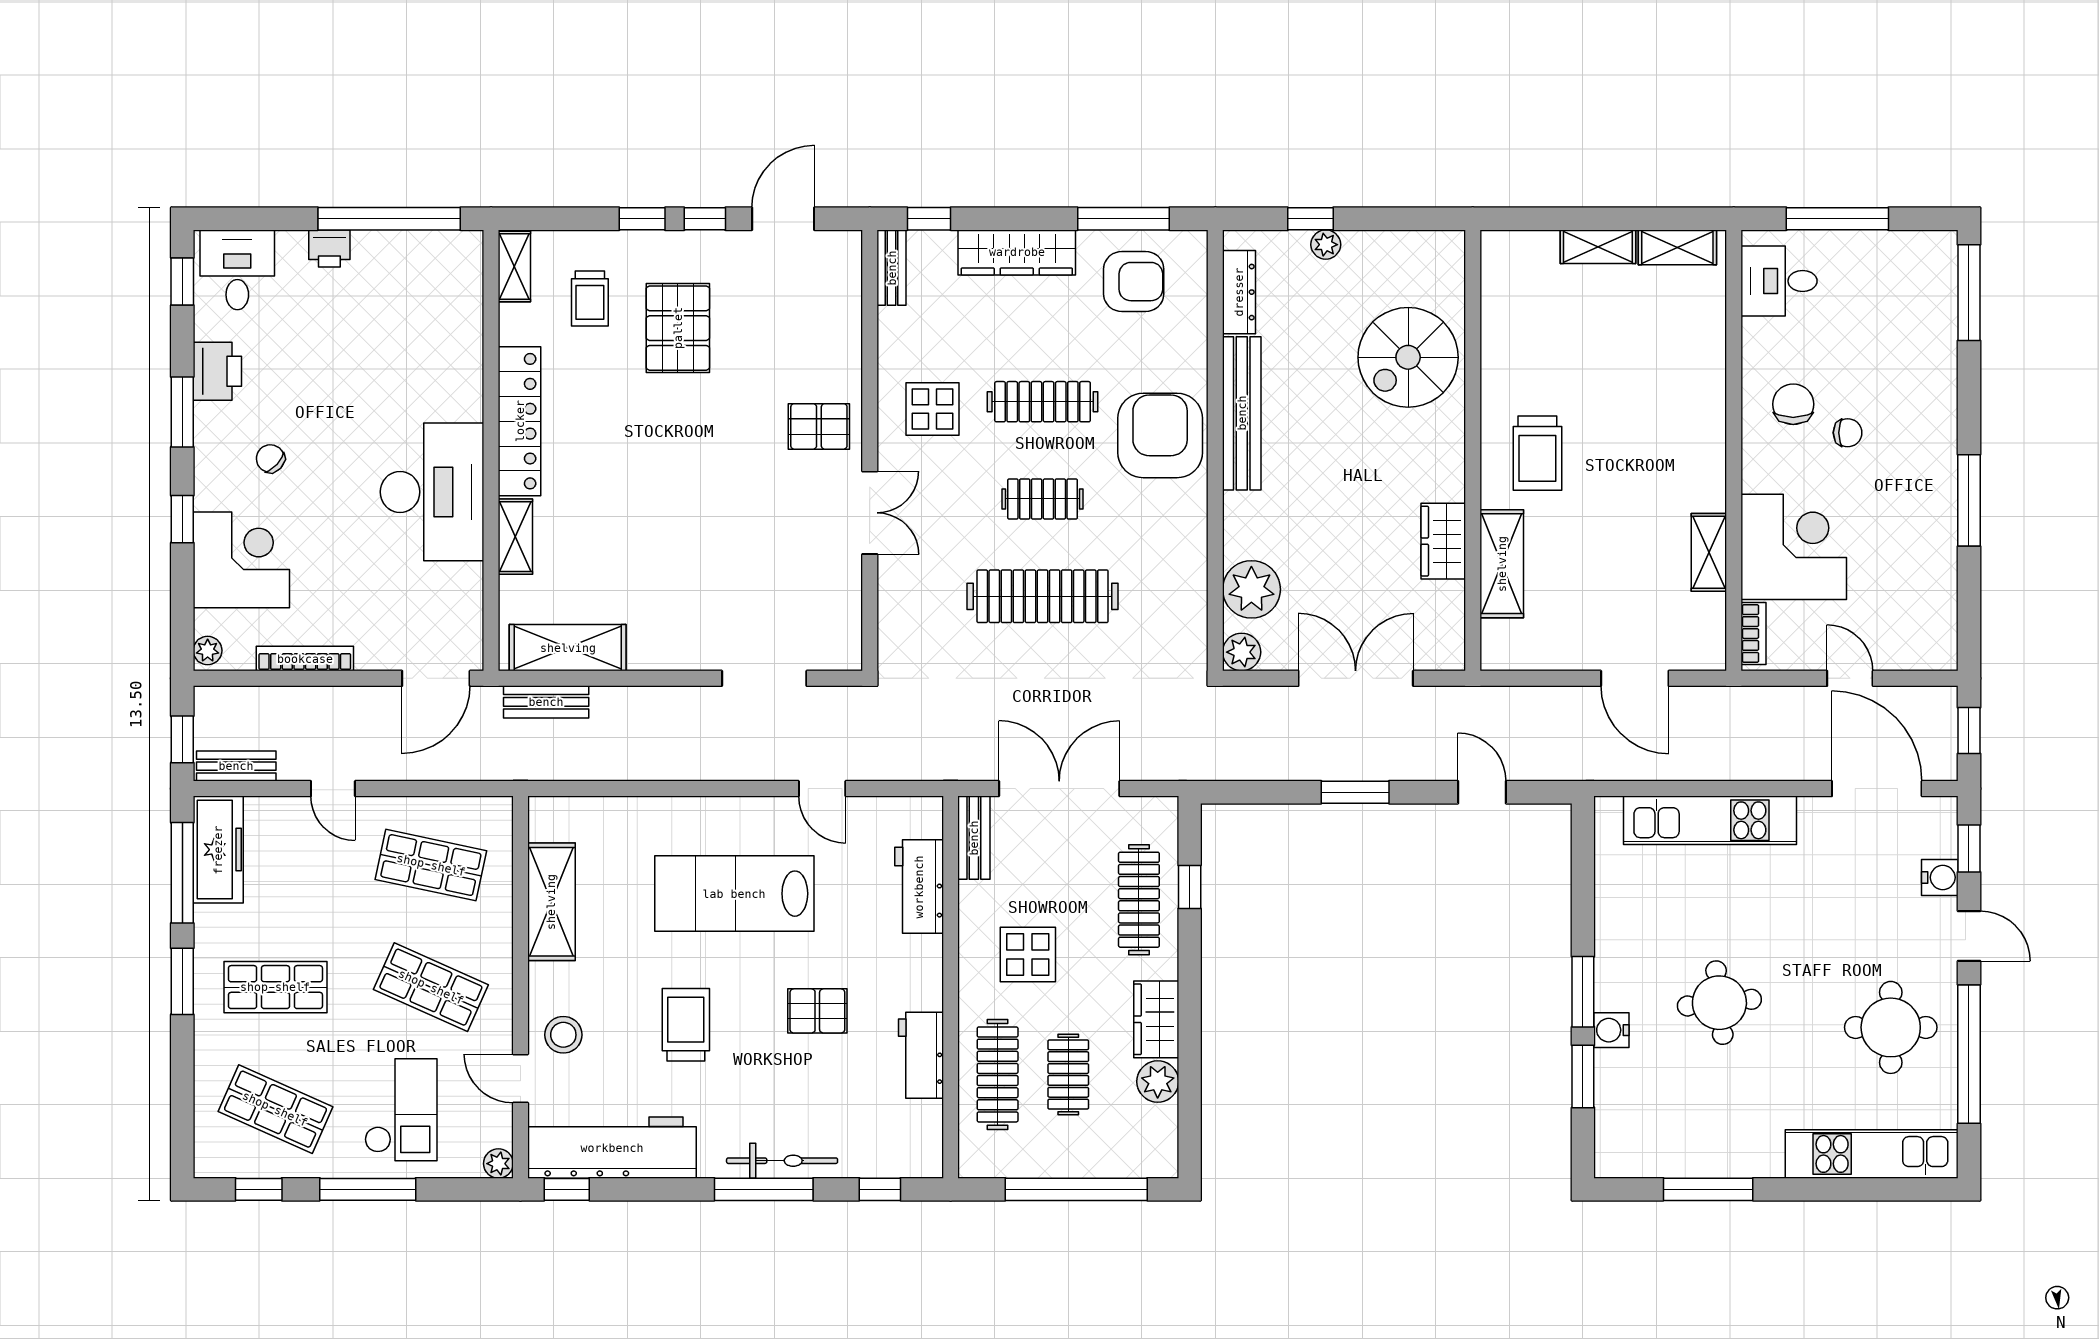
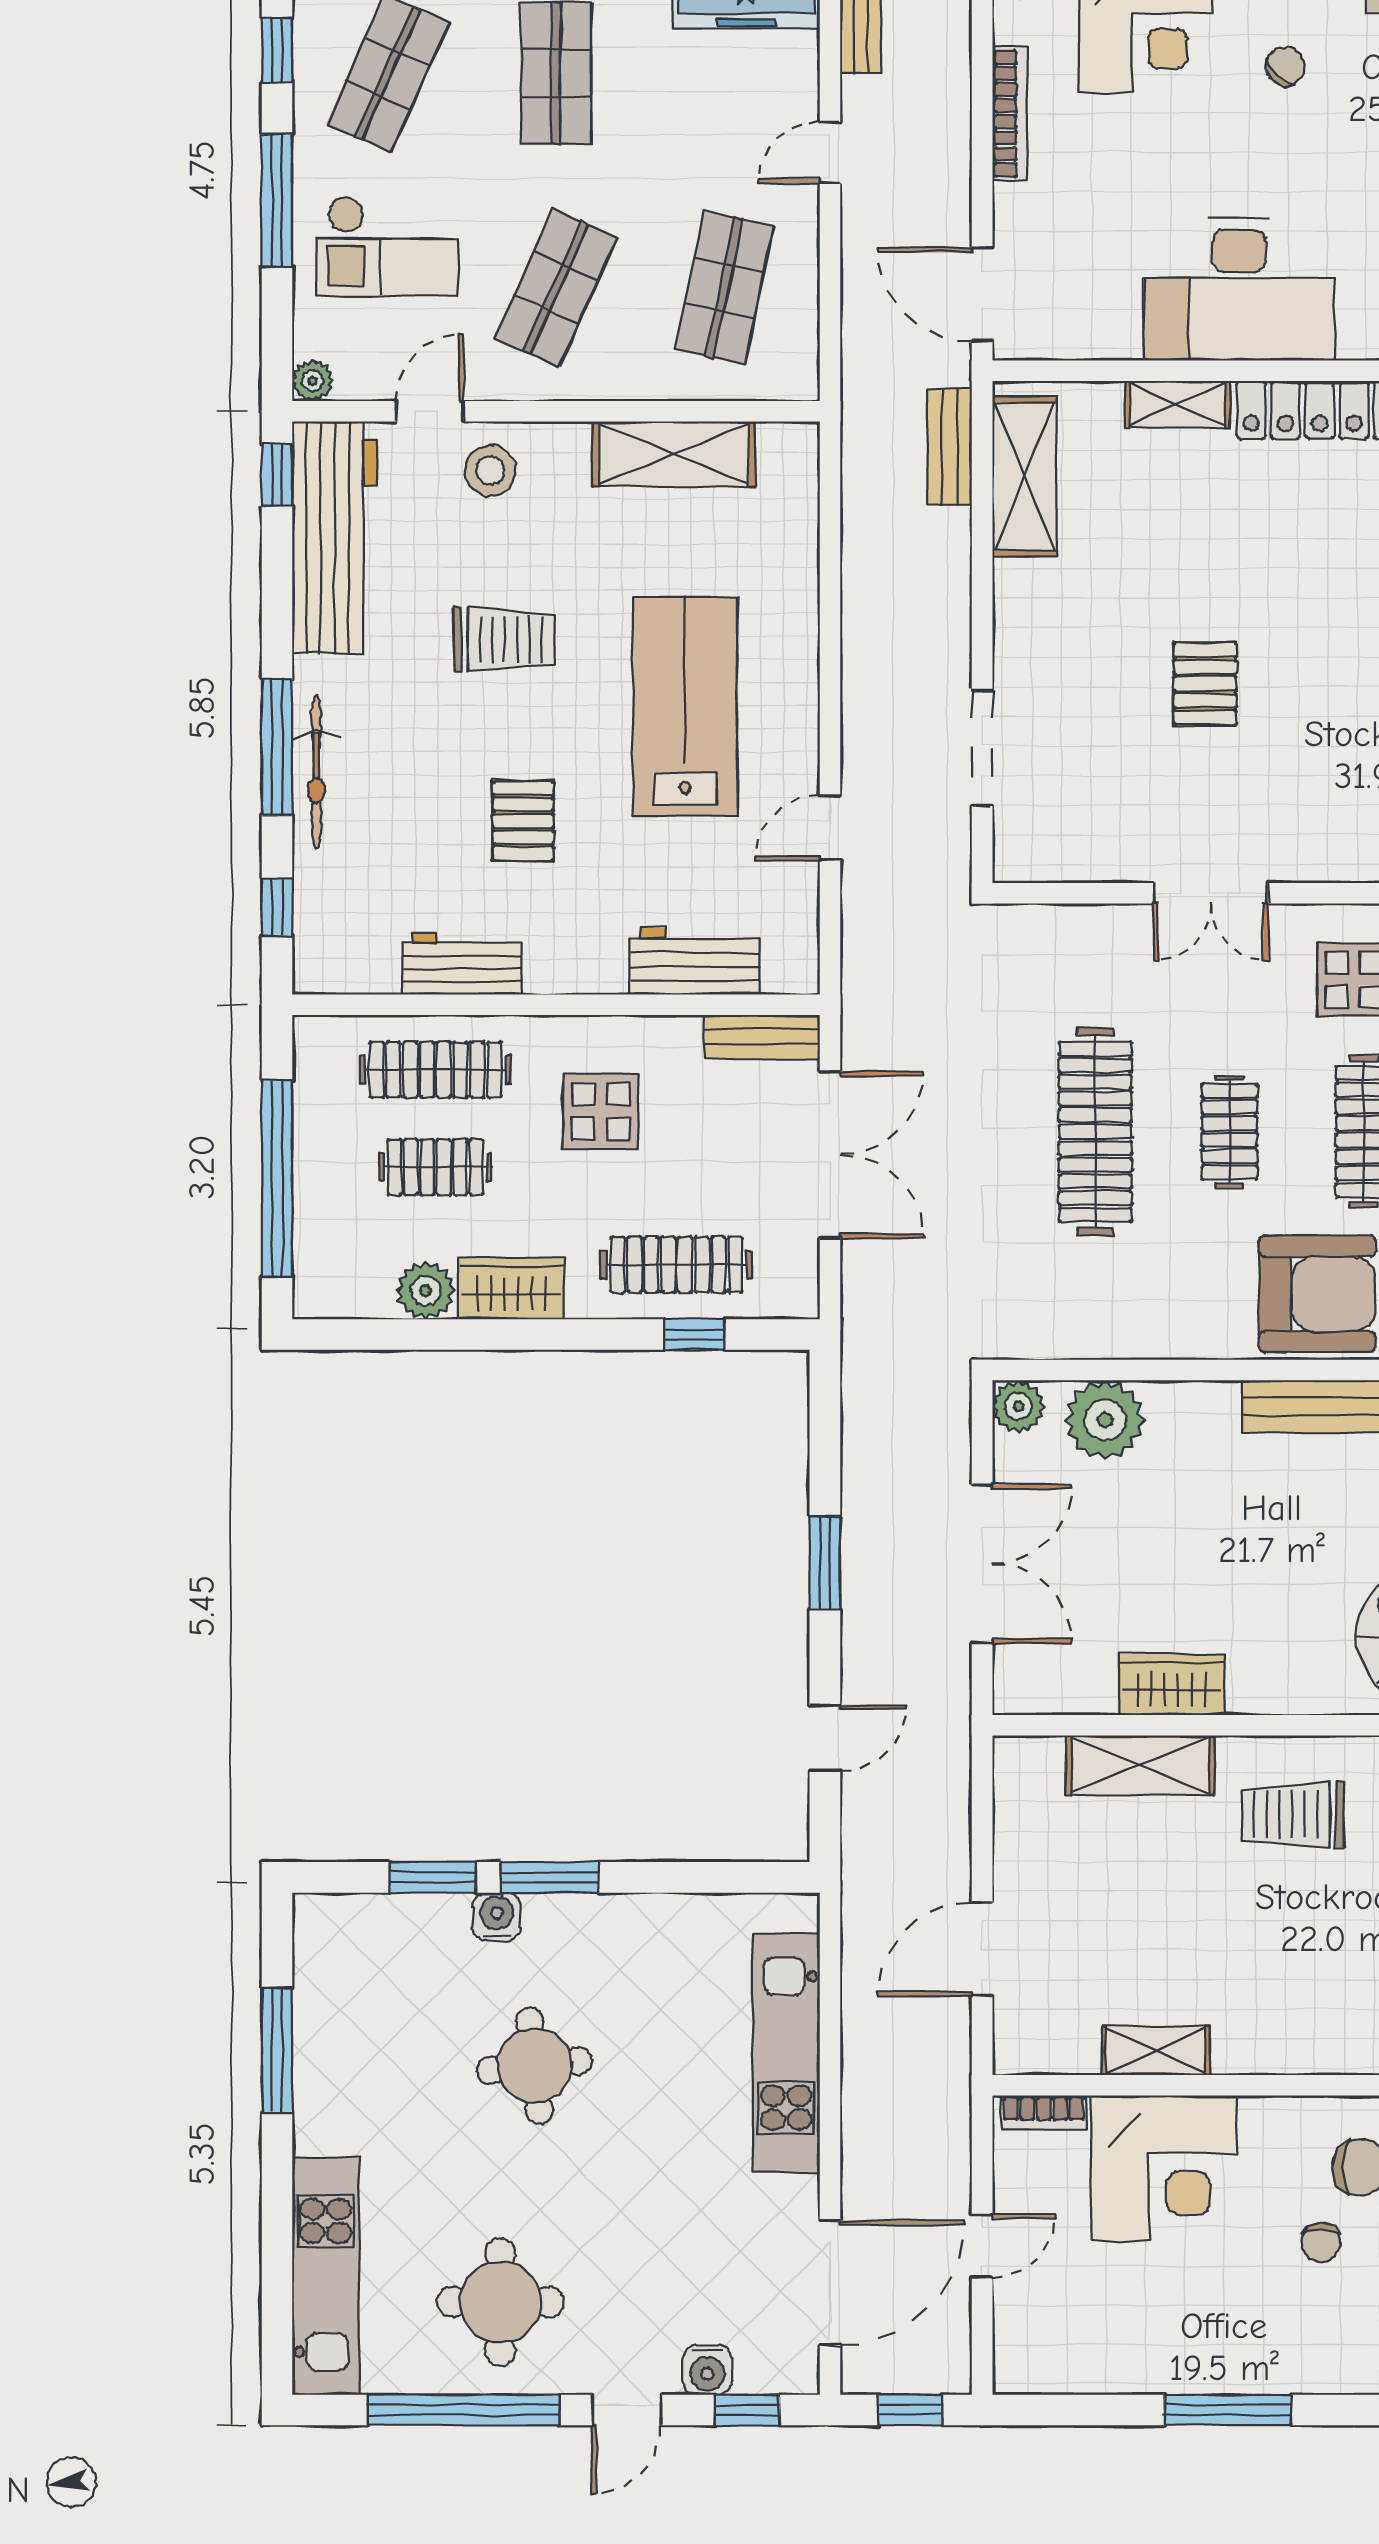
pallet: (819, 426) -> (1205, 684), moved

